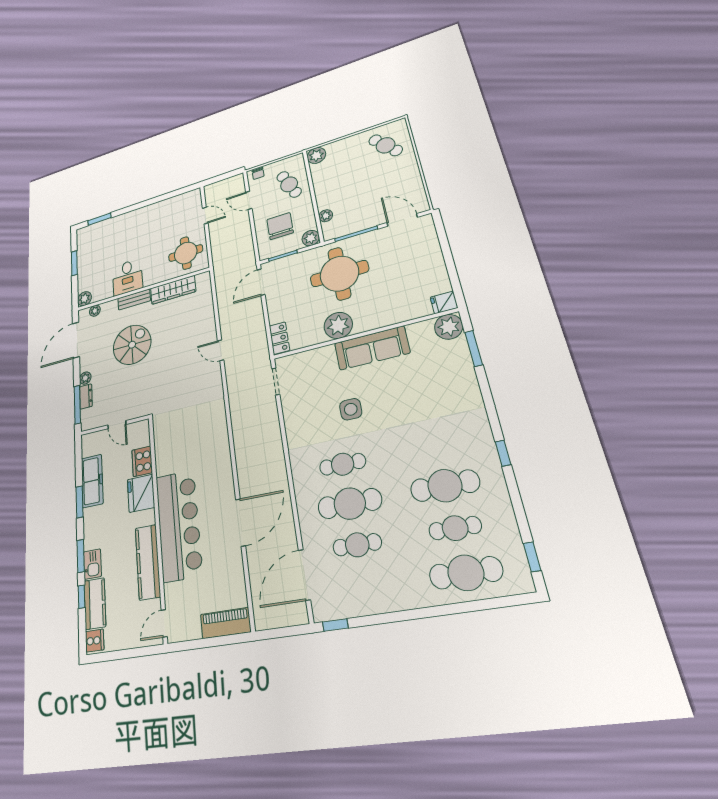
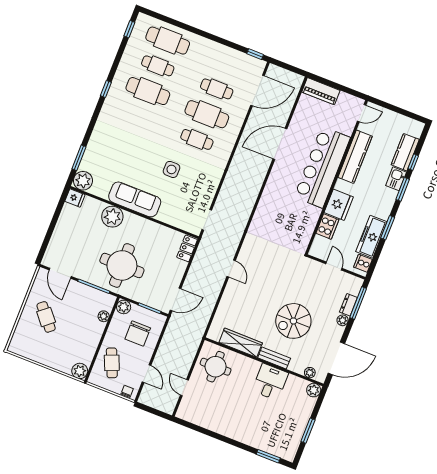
cafe table: (386, 145) -> (46, 317), moved
plant: (338, 325) -> (112, 217), moved
cooker: (95, 641) -> (363, 263), moved

